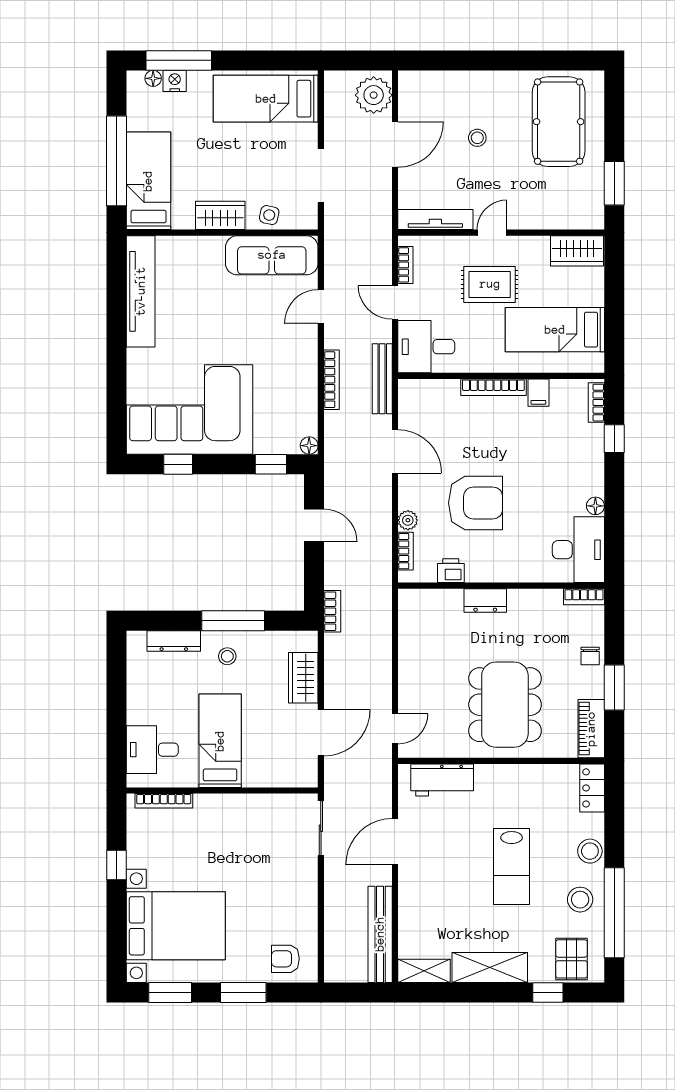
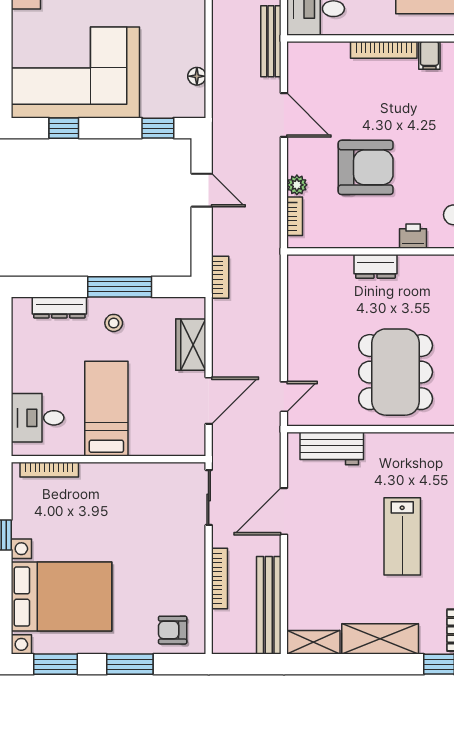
bookcase: (332, 380) -> (220, 579), moved
floor lamp: (309, 446) -> (197, 76), moved
printer: (451, 571) -> (413, 236), moved

